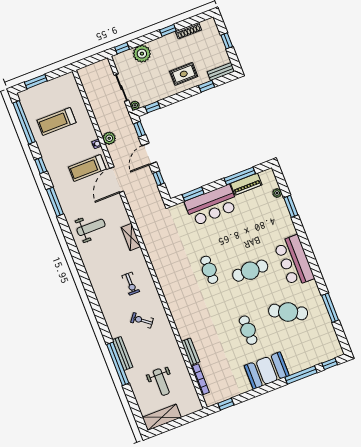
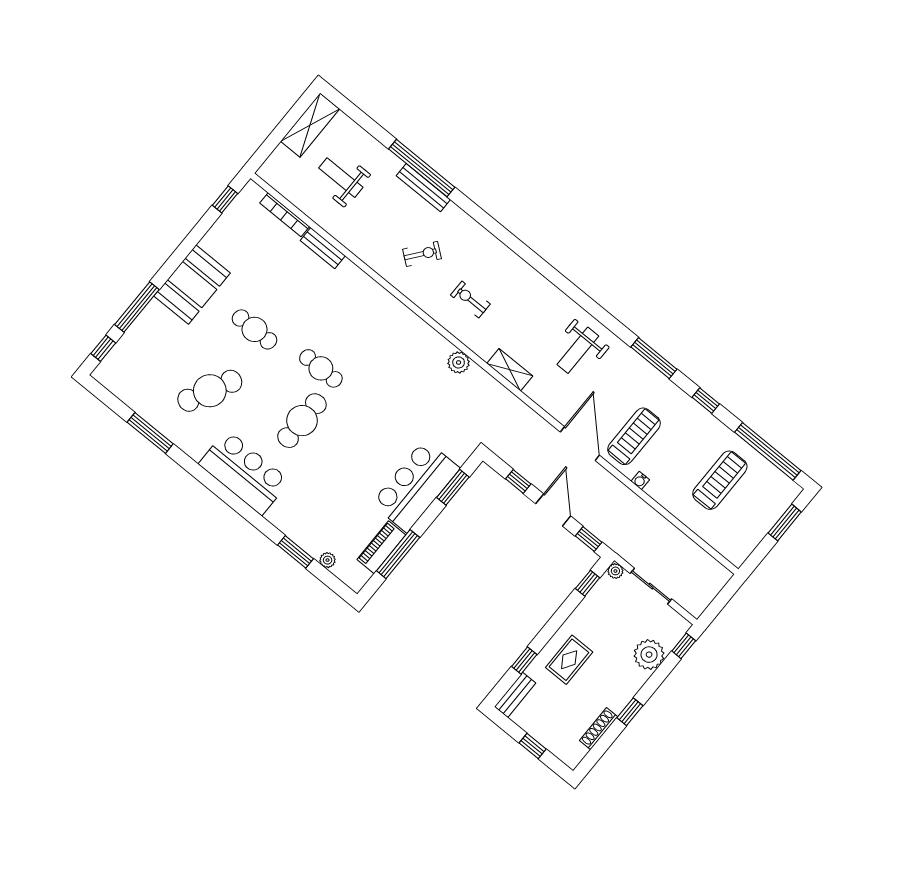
plant: (109, 138) -> (459, 362), moved
cafe table: (209, 270) -> (321, 368), moved

